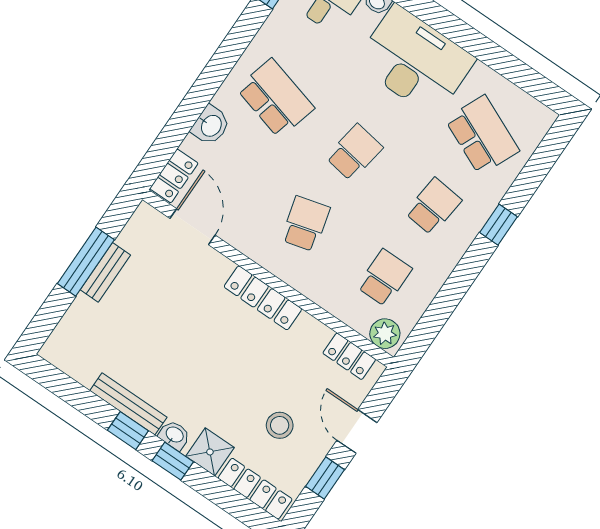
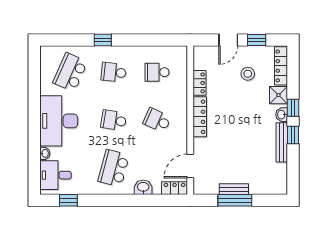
school desk: (305, 224) -> (157, 120), turned 39
plant: (385, 334) -> (180, 56), removed
locker: (349, 356) -> (199, 83), moved

